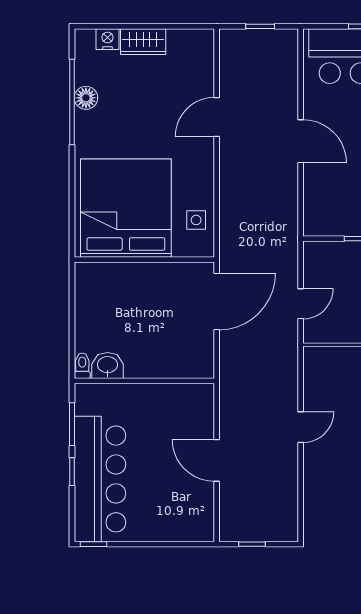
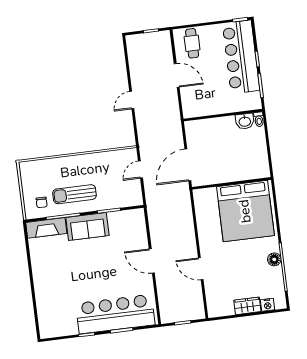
floor lamp: (86, 98) -> (274, 259), moved
door: (217, 117) -> (201, 269), swing flipped
side table: (196, 220) -> (205, 209), removed
cafe table: (183, 513) -> (192, 43), added

